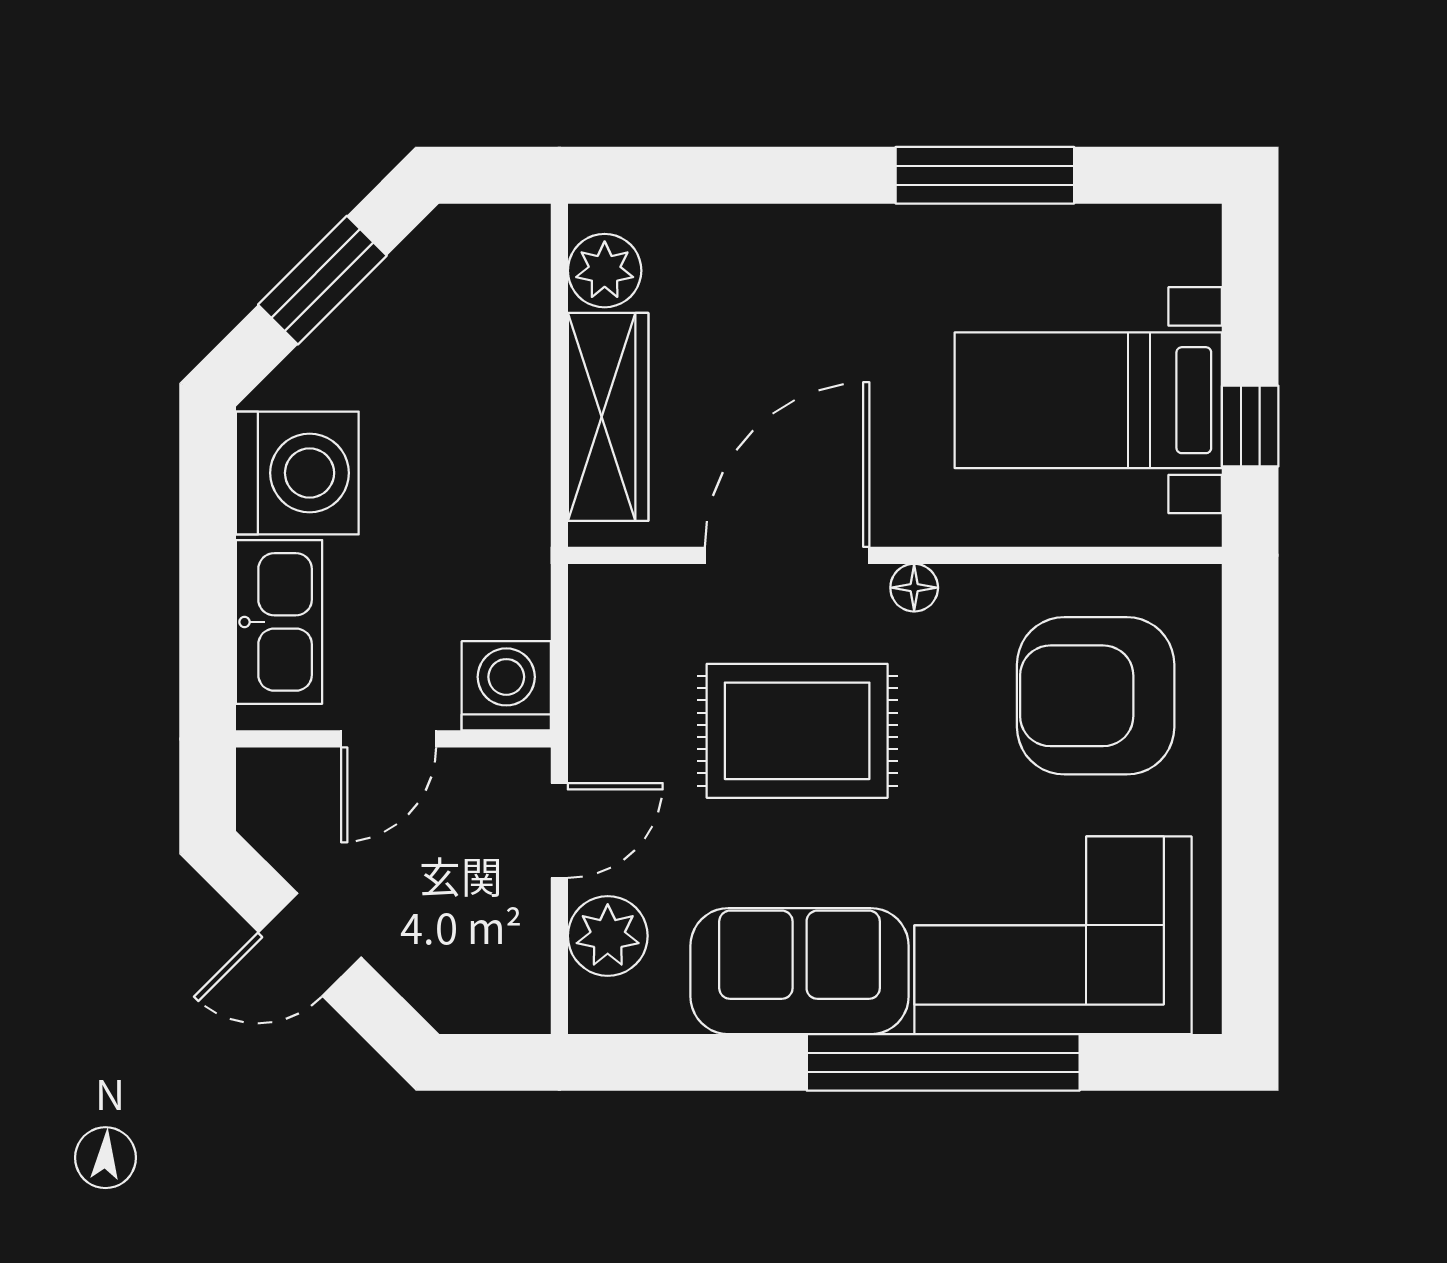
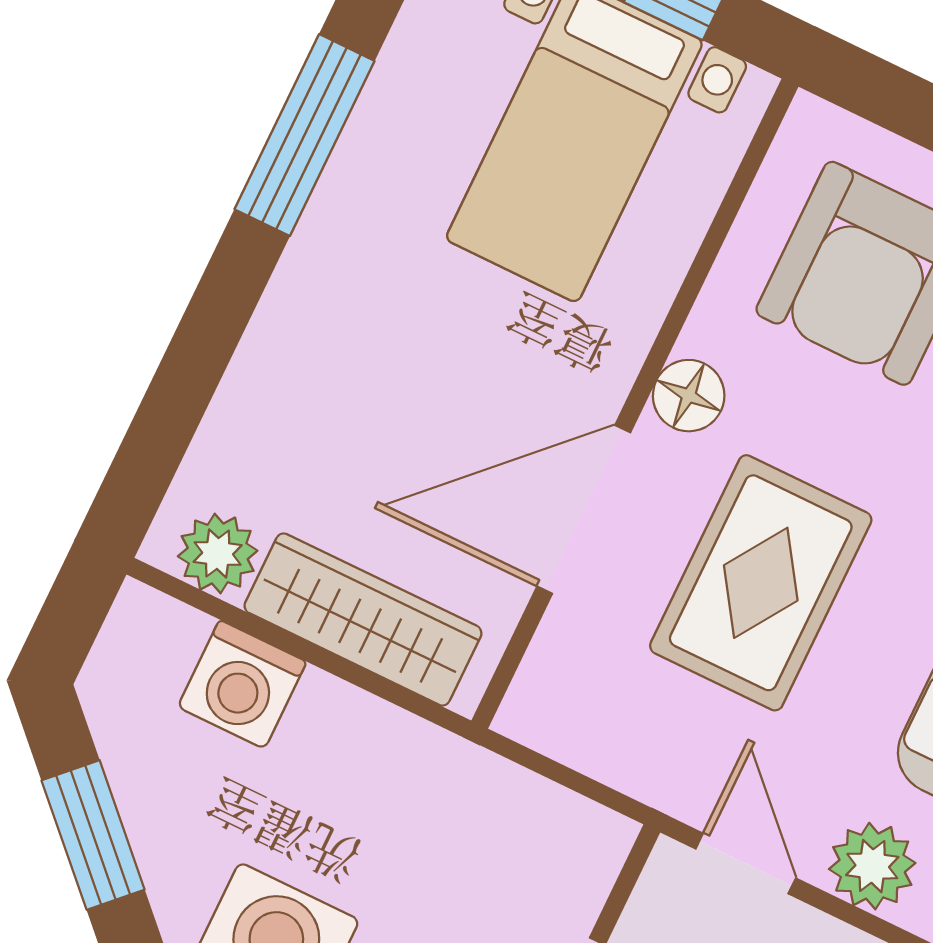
door: (787, 555) -> (584, 509), hinge flipped
floor lamp: (914, 588) -> (689, 396), width x1.37, depth x1.37
washing machine: (506, 686) -> (242, 684), moved, turned -90

